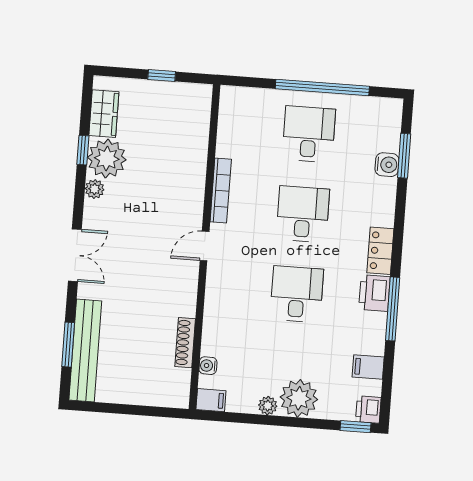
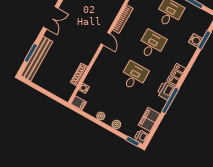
door: (205, 246) -> (105, 39), swing flipped
filing cabinet: (368, 367) -> (149, 119), width x2.00
plant: (299, 398) -> (116, 124), width x0.53, depth x0.53

